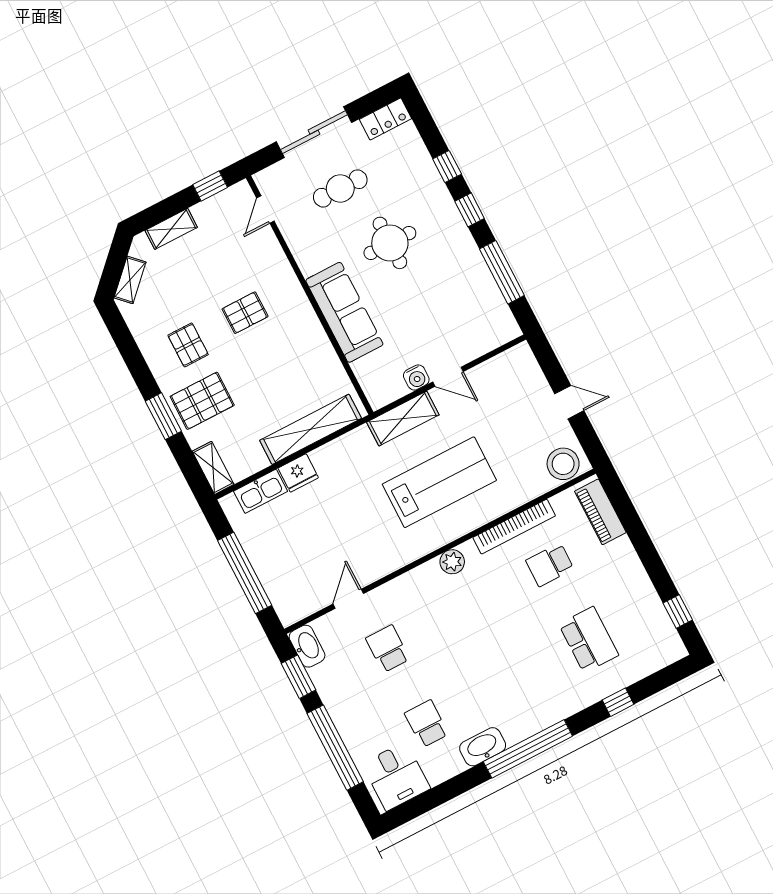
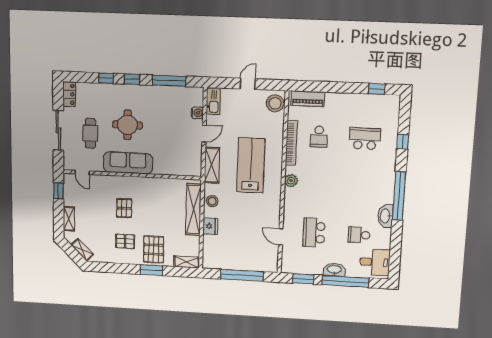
sofa: (344, 312) -> (128, 163), moved
water cooler: (416, 377) -> (197, 113), moved
stool: (343, 452) -> (212, 201), added
kitchen sink: (261, 491) -> (213, 102), moved
washbasin: (307, 646) -> (334, 270), moved
school desk: (388, 649) -> (314, 232), width x1.85

